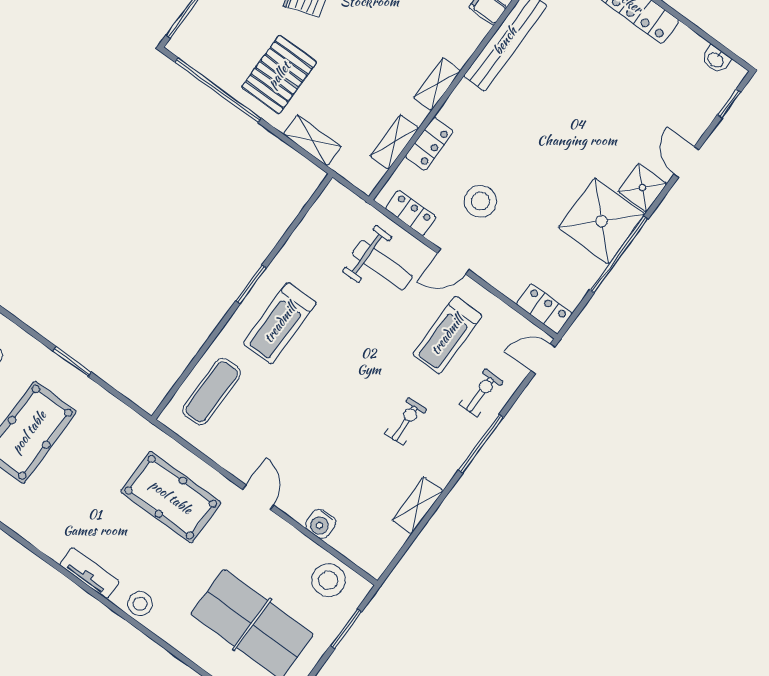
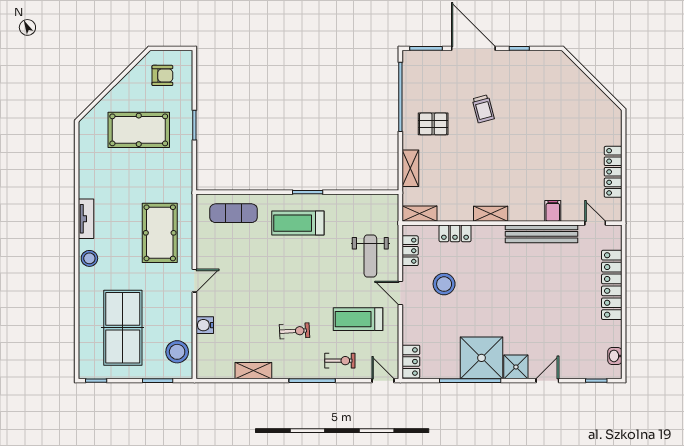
pallet: (279, 75) -> (433, 124), width x0.67, depth x0.71
shelving: (394, 142) -> (419, 214), moved

